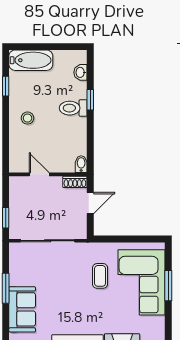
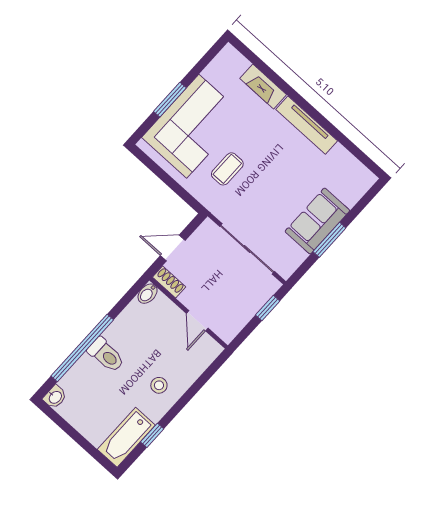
bathtub: (31, 60) -> (126, 437), moved, turned -90
washbasin: (80, 72) -> (55, 397), moved
window: (90, 100) -> (82, 348), width x3.17
sofa: (22, 309) -> (317, 221), moved

